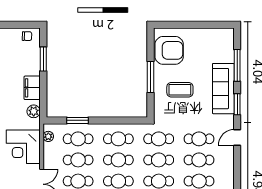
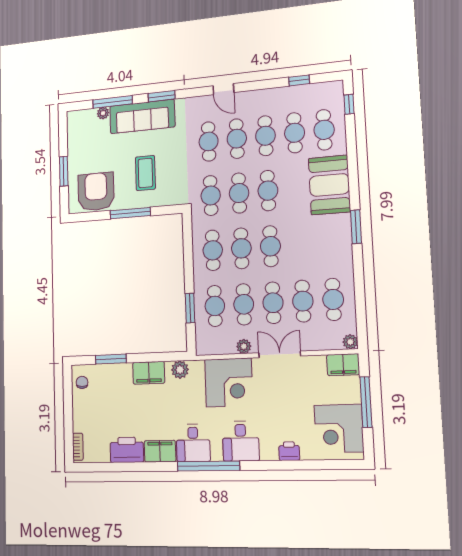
window: (187, 25) -> (64, 171), added
plant: (229, 57) -> (103, 113), added
plant: (48, 136) -> (244, 346), moved
door: (237, 137) -> (223, 89), moved

